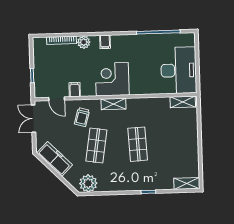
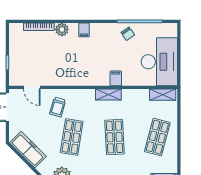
chair: (147, 44) -> (128, 34), added
corner desk: (112, 79) -> (90, 69), removed
filing cabinet: (75, 90) -> (116, 78), moved
shelving: (113, 104) -> (108, 95), moved
shop shelf: (179, 143) -> (157, 137), added

